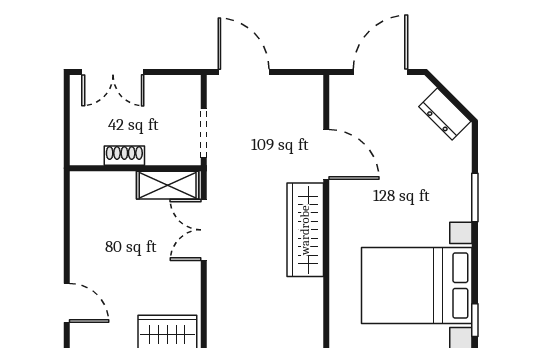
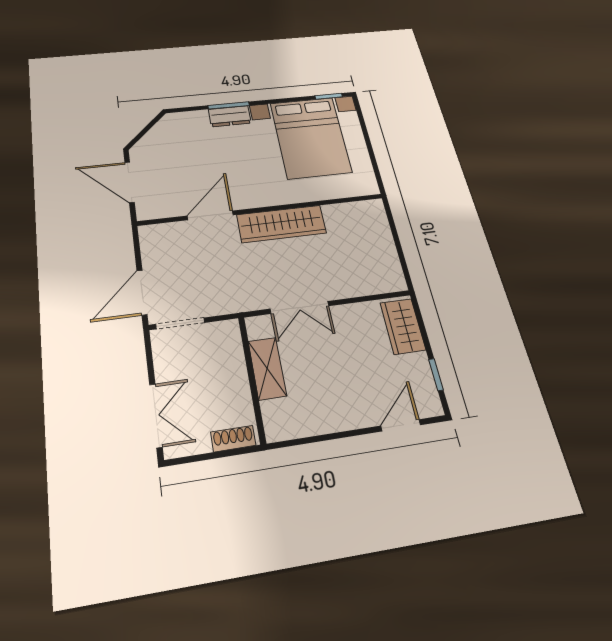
dresser: (445, 114) -> (230, 116), moved, turned 45
doorway: (204, 133) -> (180, 323), moved
shoe rack: (124, 156) -> (233, 439), moved, turned 90
shelving: (168, 185) -> (267, 368), moved

